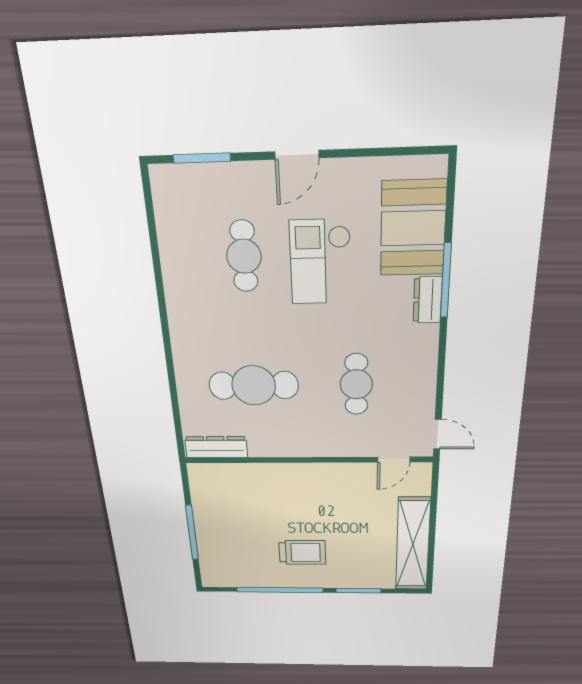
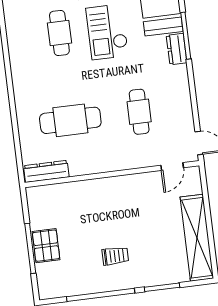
pallet: (213, 532) -> (46, 246), added
trolley: (302, 552) -> (115, 256), width x0.73, depth x0.72

